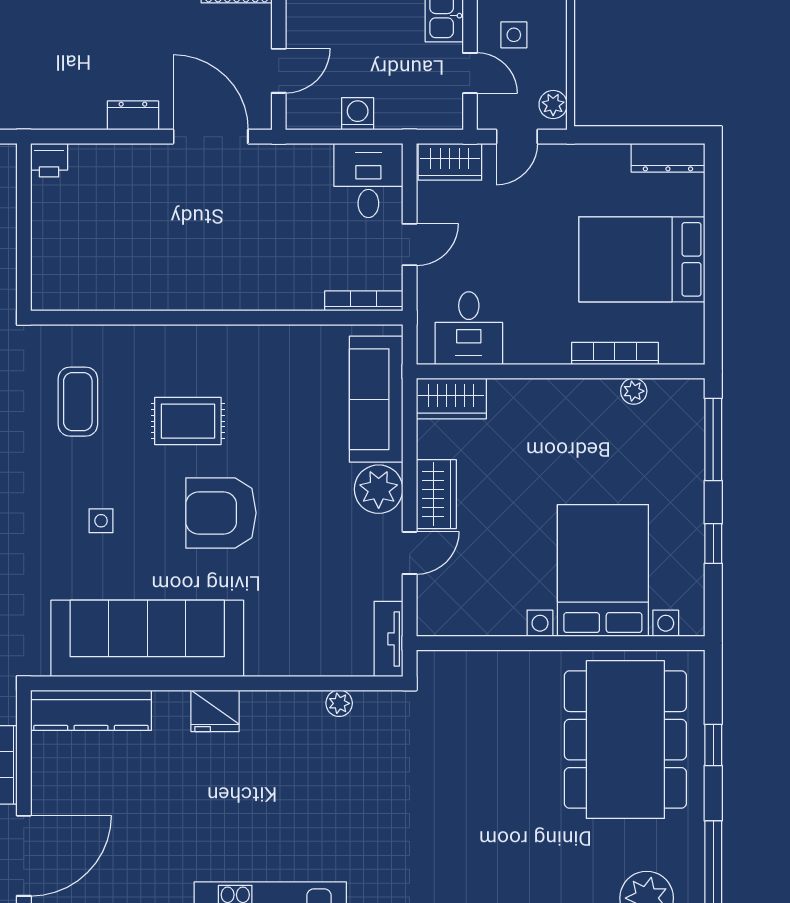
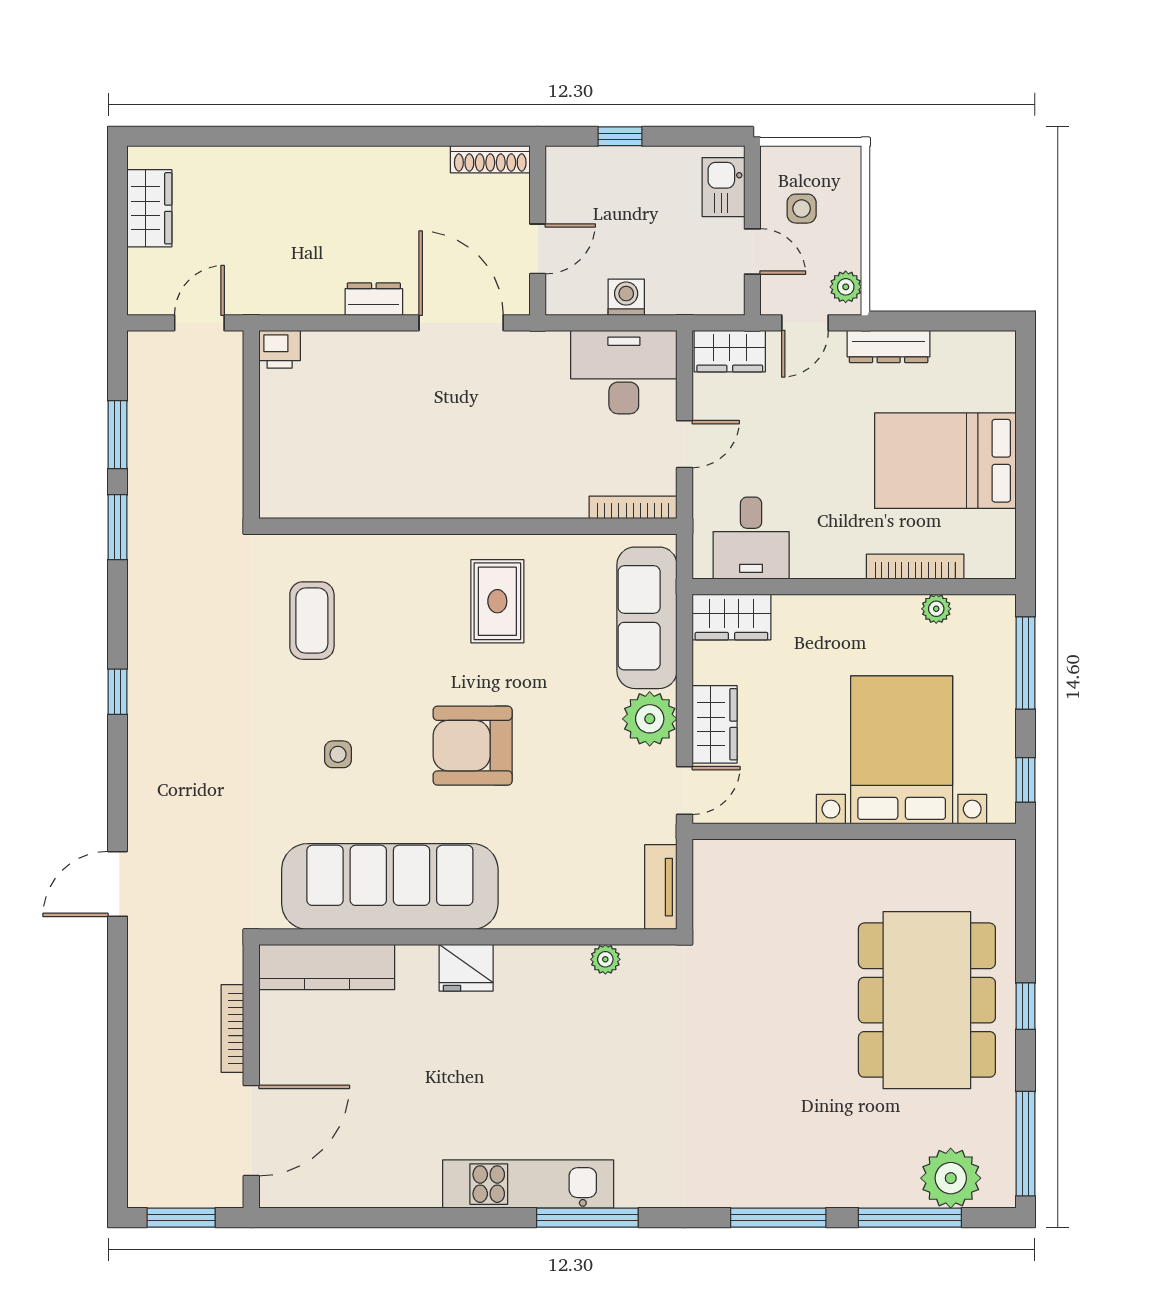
dresser: (668, 158) -> (889, 347), moved
desk: (368, 180) -> (624, 372), width x1.37
rug: (188, 421) -> (497, 601), moved, turned 90
bed with nightstands: (603, 570) -> (902, 750), moved
wall: (561, 643) -> (854, 831), moved

